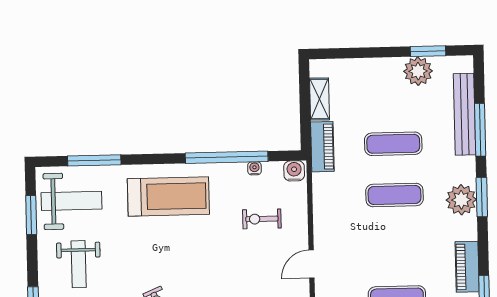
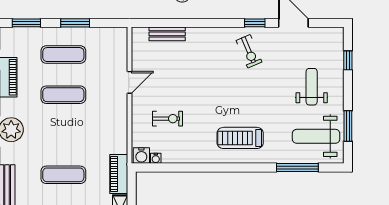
window: (227, 157) -> (194, 168), removed
water cooler: (254, 168) -> (156, 158), moved
exercise mat: (394, 195) -> (63, 95), moved
treadmill: (168, 196) -> (240, 138), width x0.73, depth x0.73

